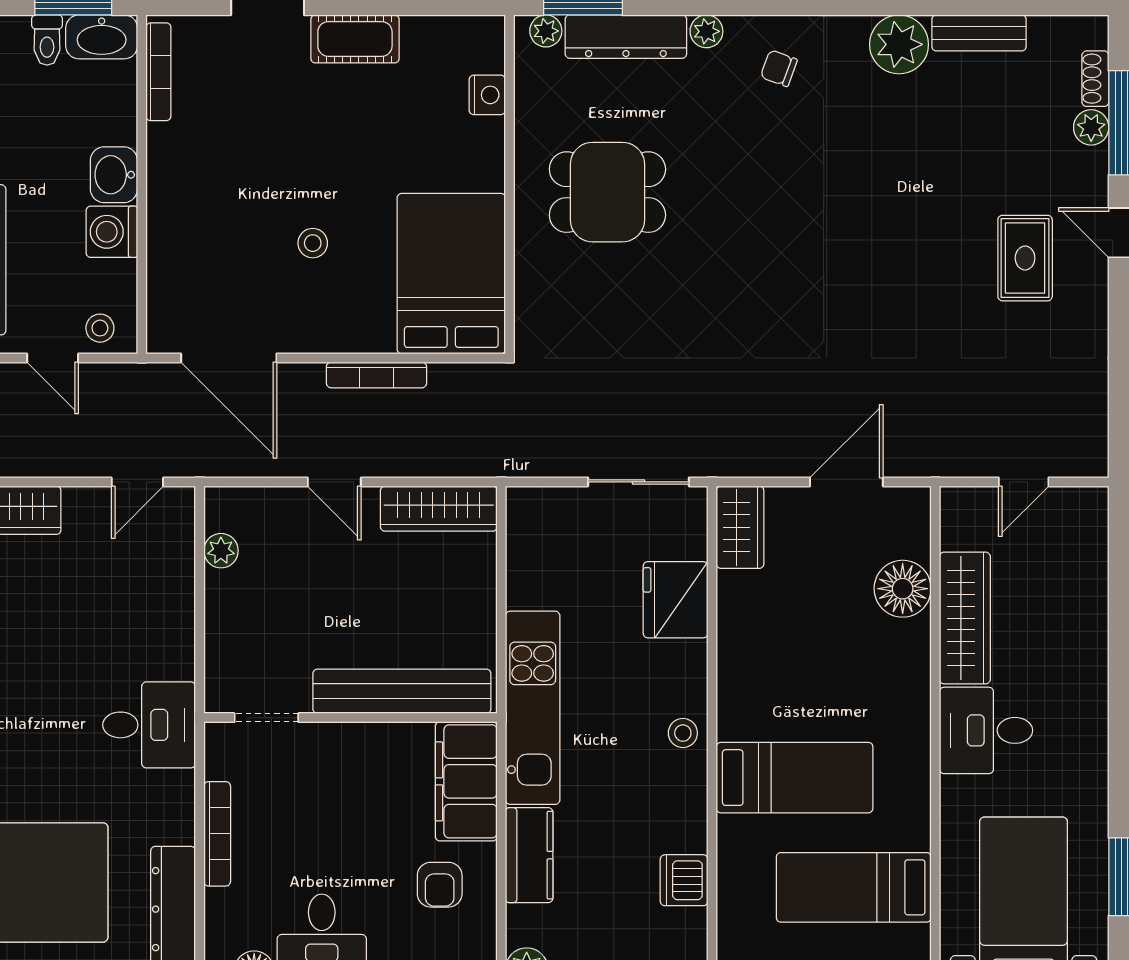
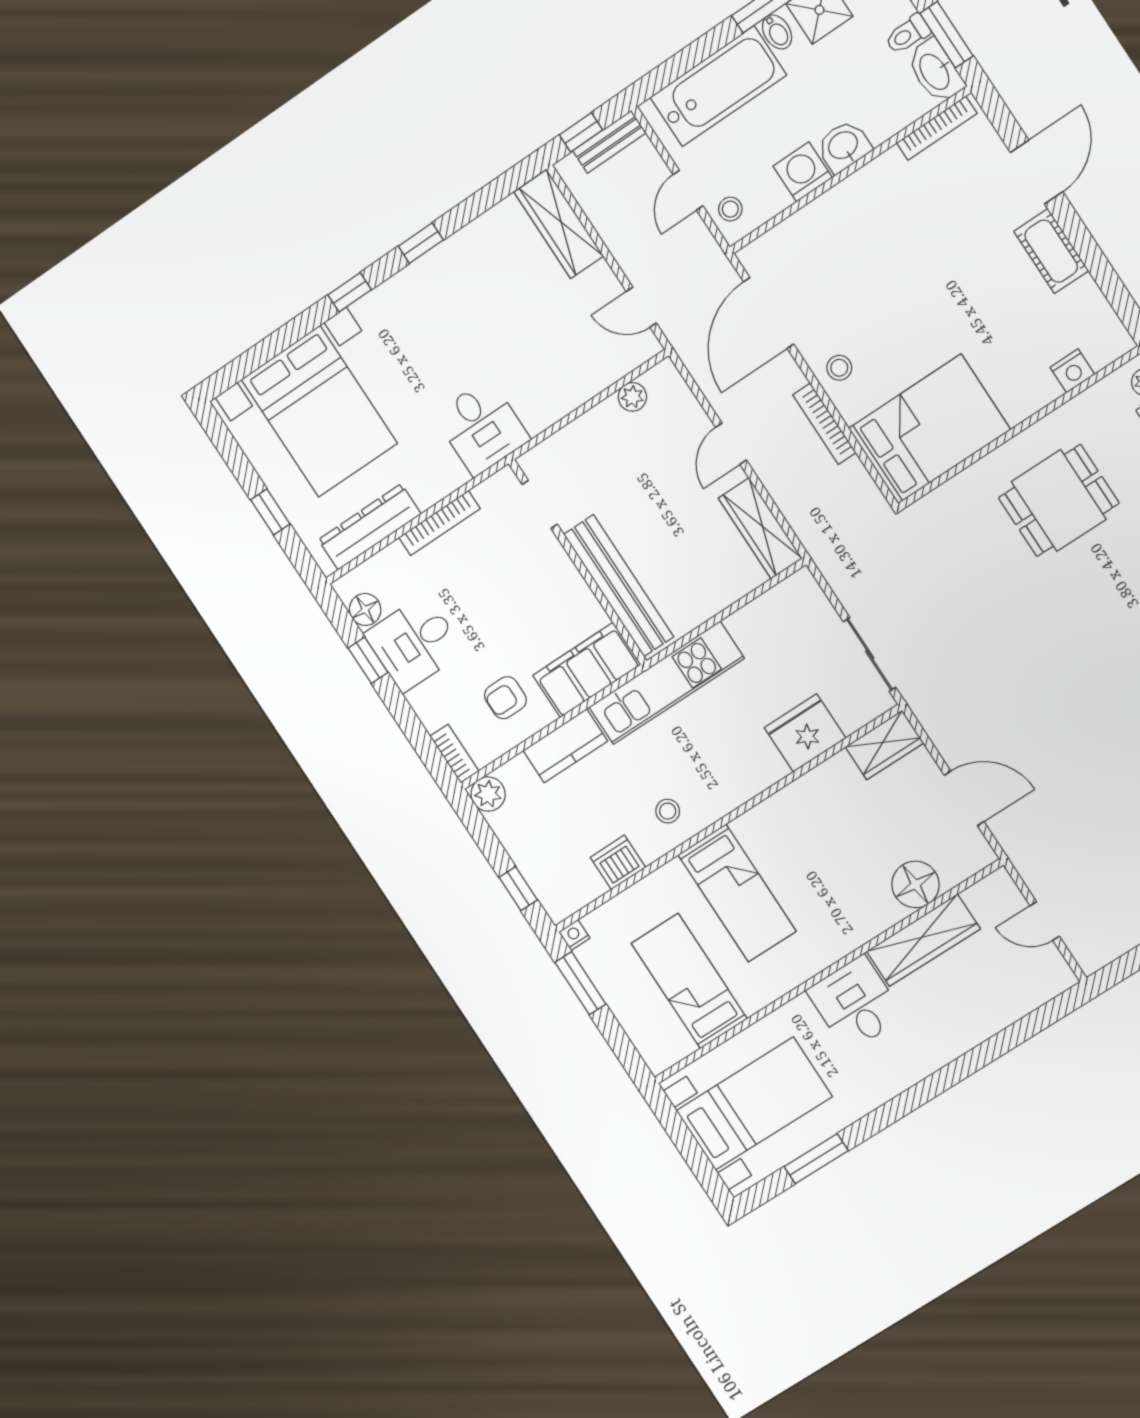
dining table: (607, 192) -> (1059, 501), turned 90
stool: (313, 243) -> (839, 368), moved
stool: (683, 733) -> (668, 811), moved

